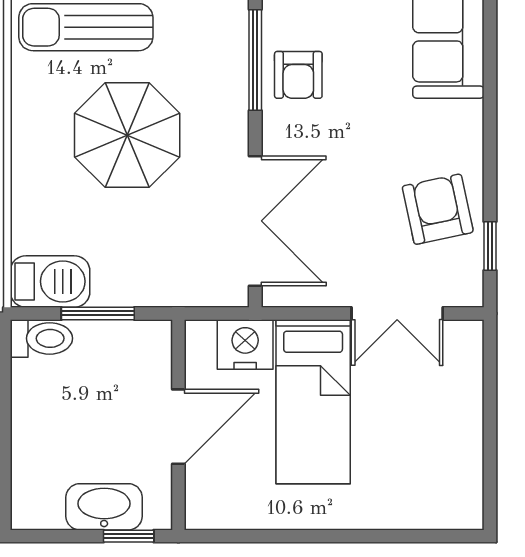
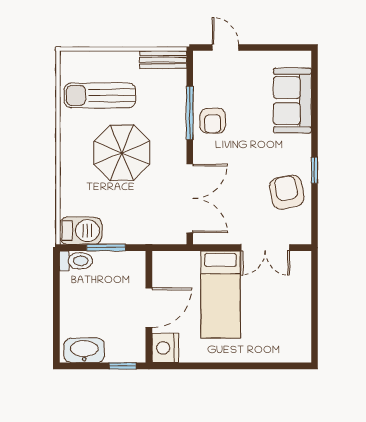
window: (490, 246) -> (315, 170), moved
nightstand: (245, 344) -> (165, 348), moved, turned -90
washbasin: (104, 507) -> (84, 350), moved

